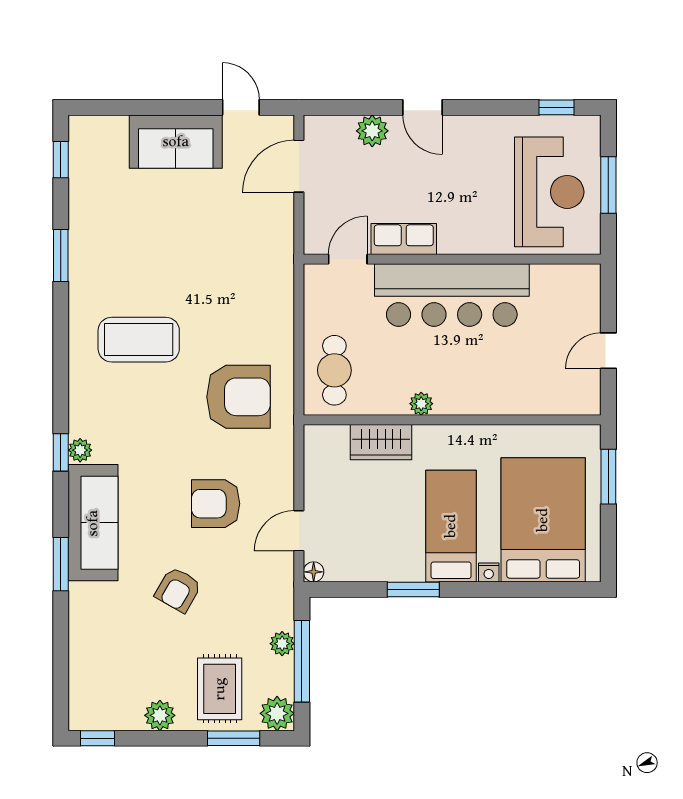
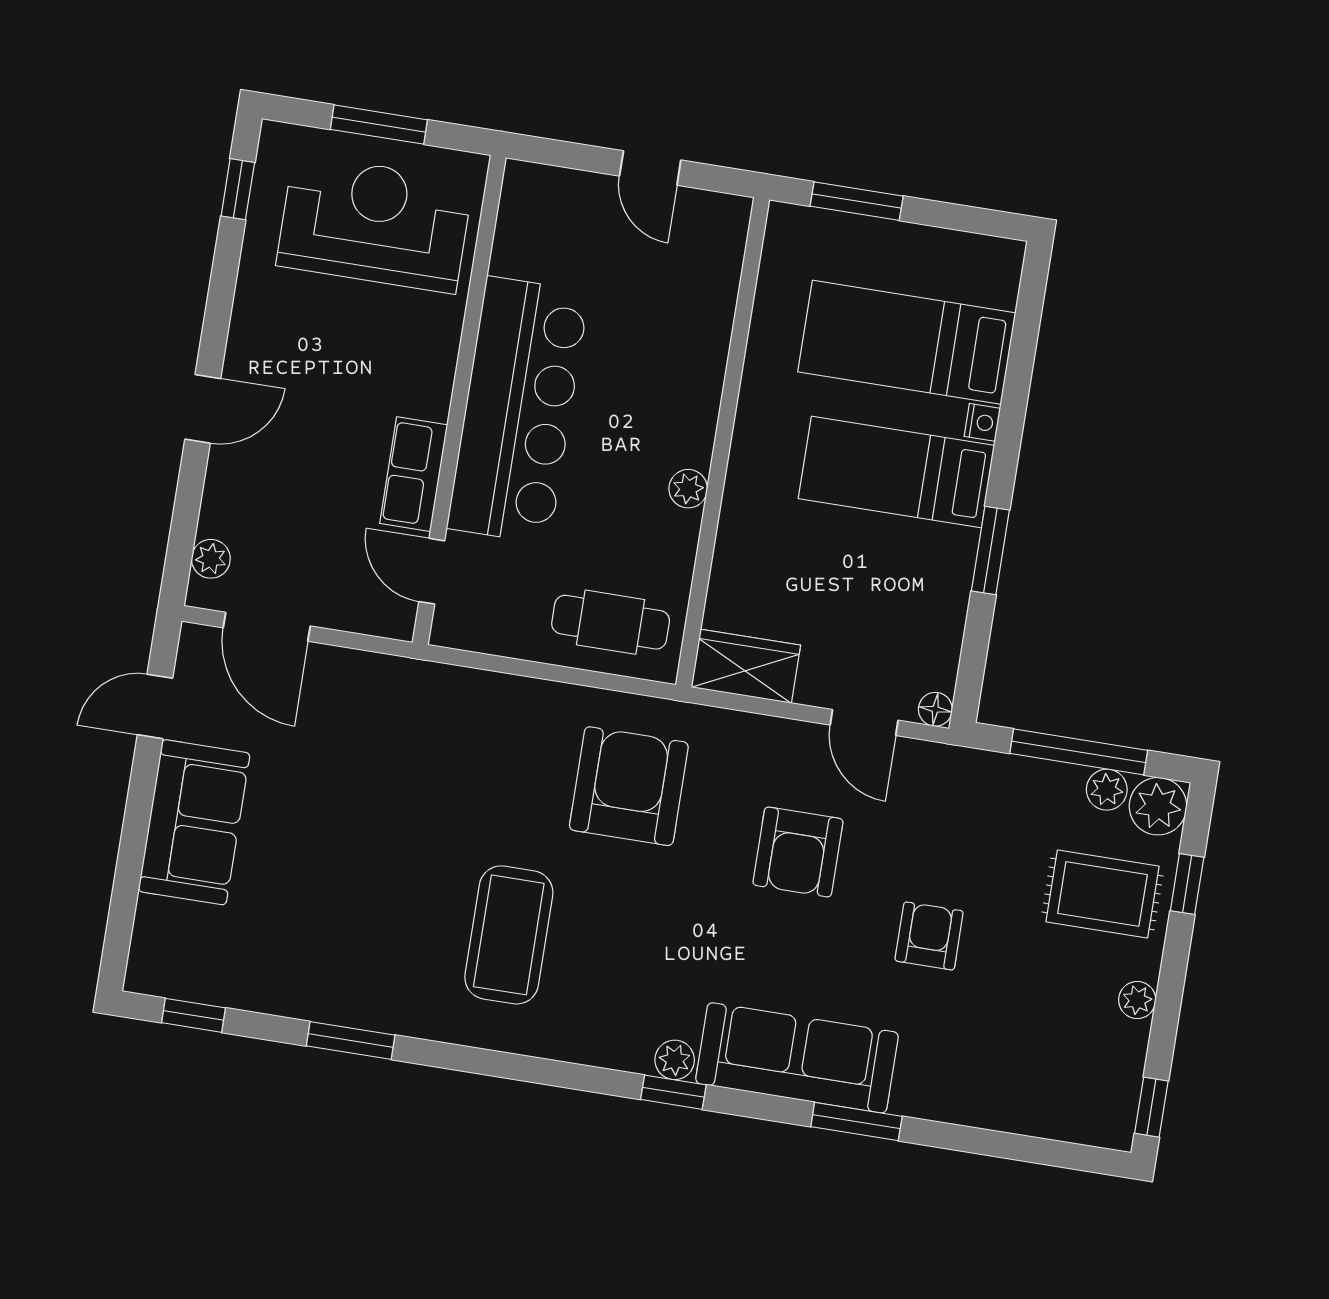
plant: (372, 131) -> (211, 559), moved, width x0.73, depth x0.73
wardrobe: (381, 442) -> (746, 666), moved, turned -90
bed: (543, 520) -> (907, 342), width x0.67
armchair: (178, 590) -> (929, 936), turned -120
plant: (282, 644) -> (1107, 790), moved
plant: (160, 715) -> (1137, 1000), width x0.73, depth x0.73
window: (234, 738) -> (1187, 884), width x0.67

